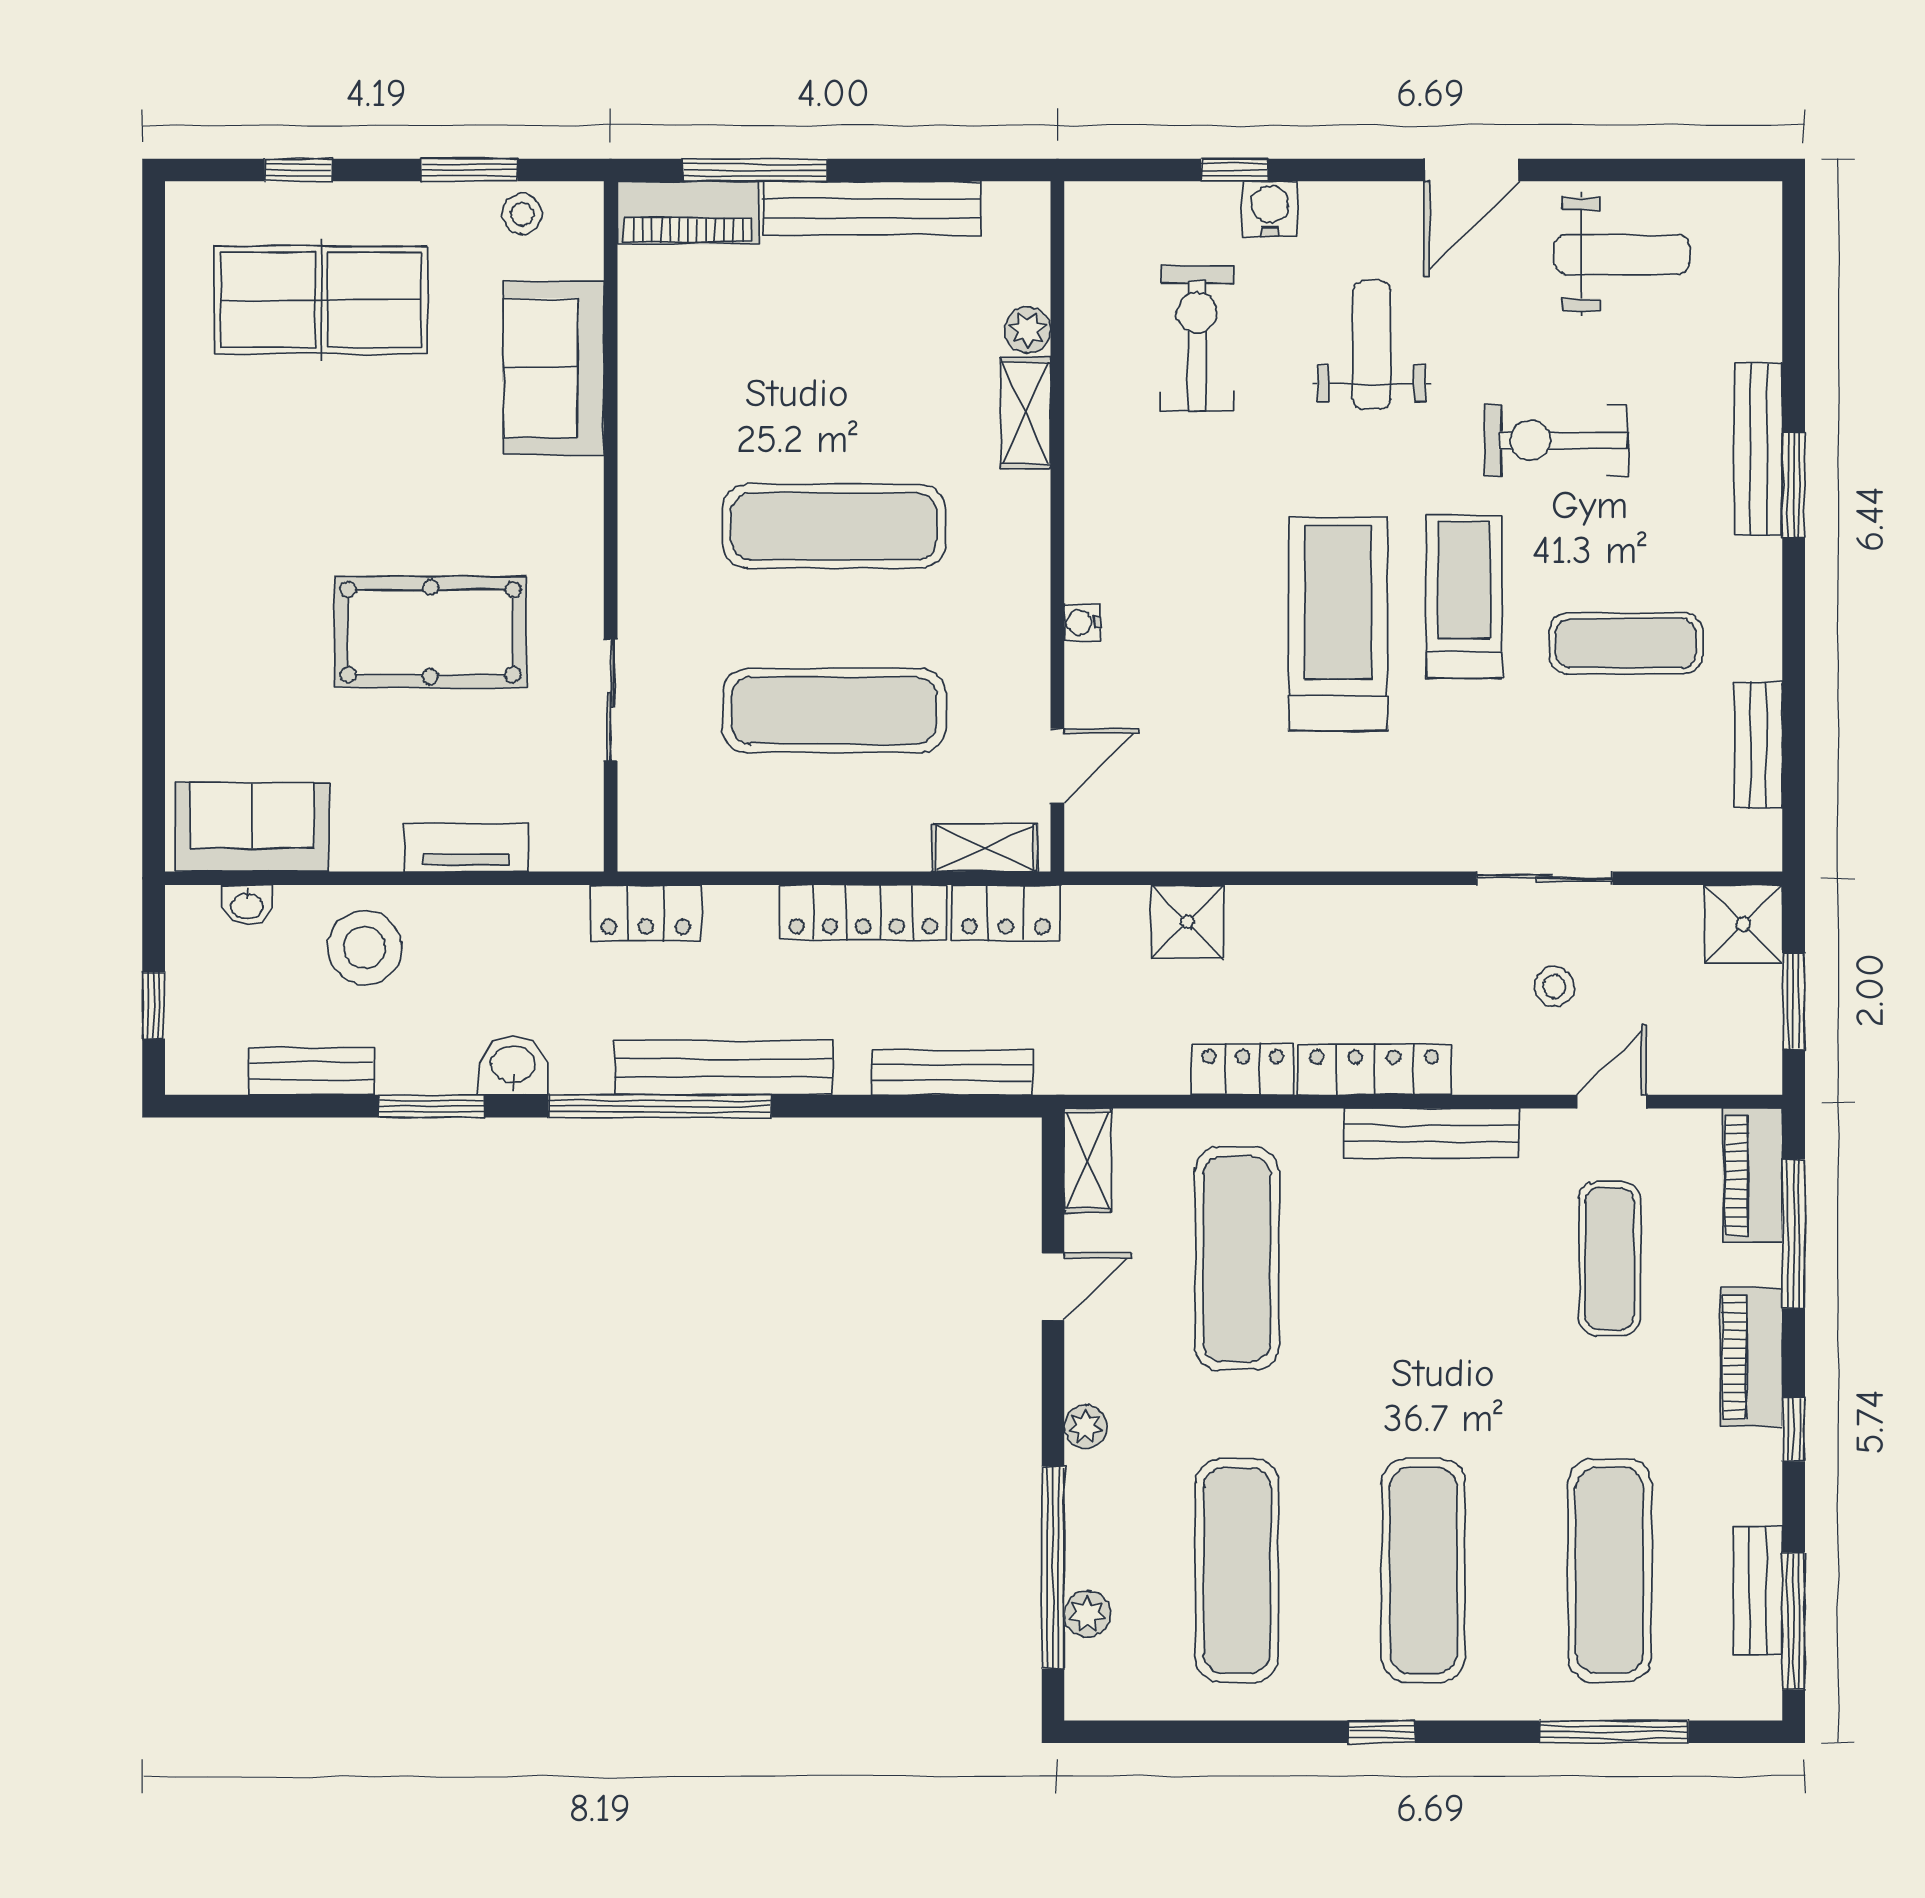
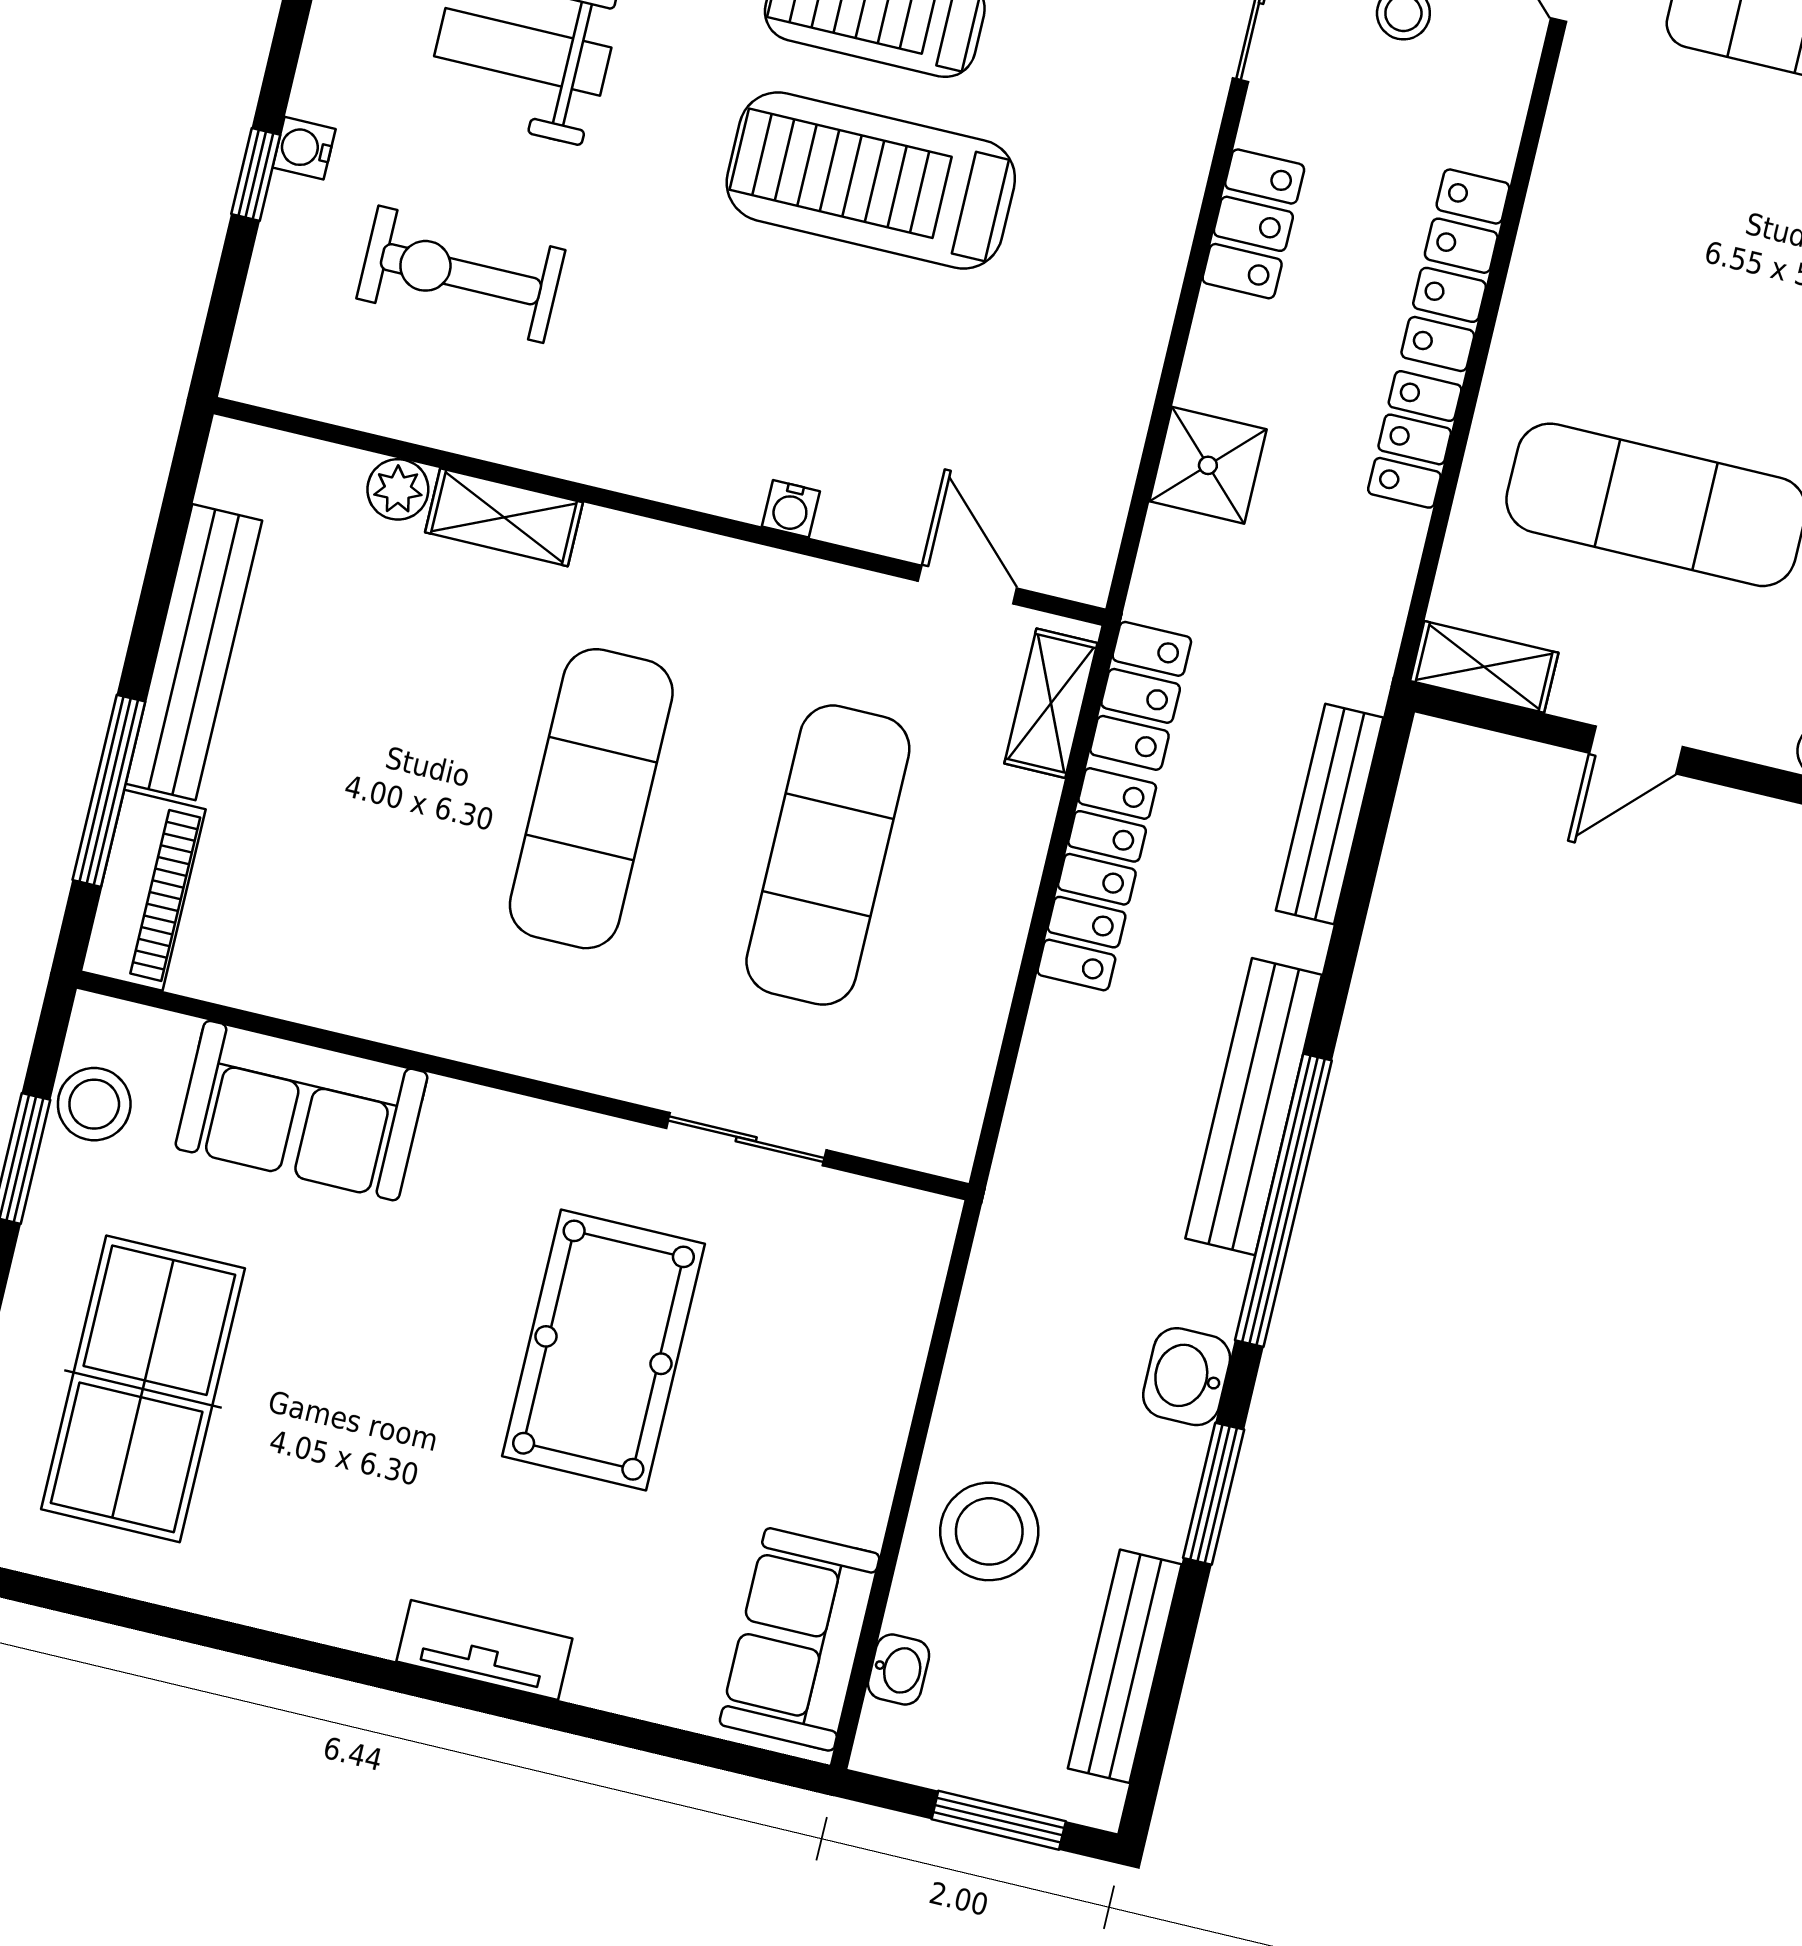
water cooler: (1270, 209) -> (304, 148), width x0.72, depth x0.72
stool: (522, 214) -> (94, 1104), width x1.37, depth x1.37
tv unit: (466, 848) -> (484, 1650), moved, turned 90
locker: (646, 913) -> (1253, 224), moved
window: (154, 1005) -> (999, 1820), width x1.50
bench: (312, 1071) -> (1125, 1666), width x1.36
bench: (1431, 1133) -> (1554, 217), removed
door: (1053, 1287) -> (1636, 750), swing flipped

